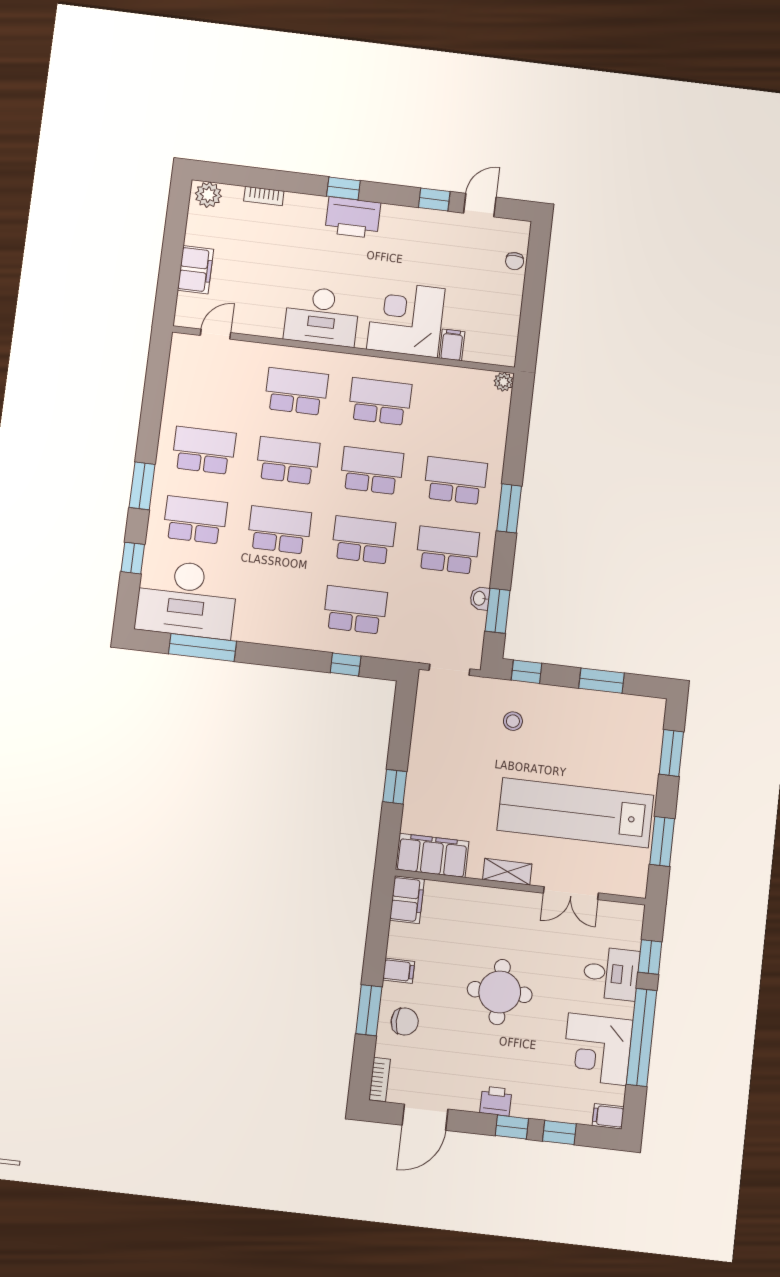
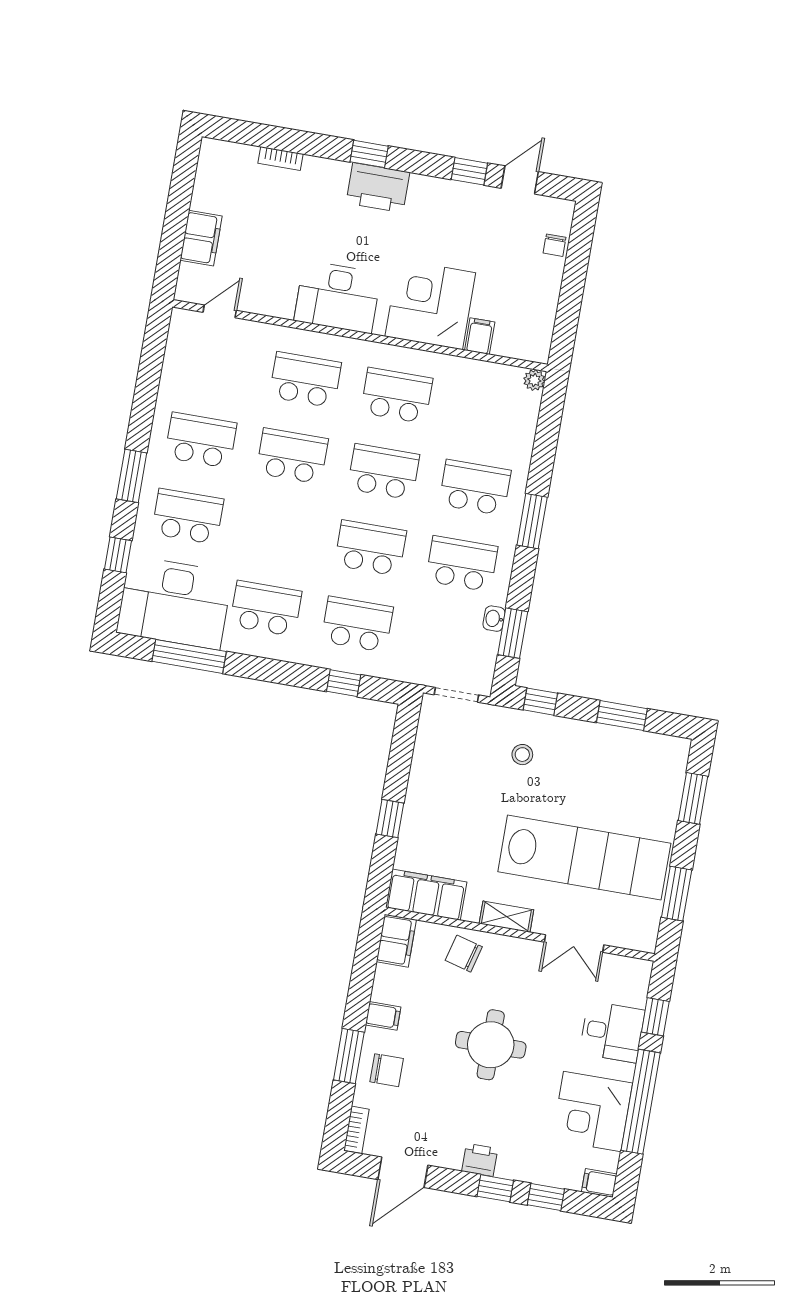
plant: (208, 195) -> (219, 154), removed
school desk: (279, 530) -> (266, 608), moved
lab bench: (575, 813) -> (584, 857), turned 180
chair: (470, 908) -> (464, 954), added

